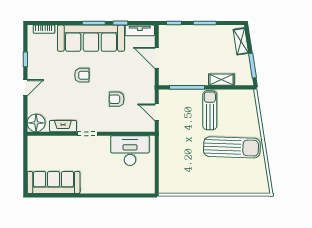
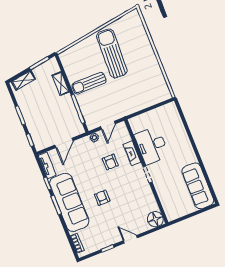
plant: (150, 92) -> (94, 138), added
fireplace: (63, 126) -> (132, 153), moved
desk: (130, 151) -> (152, 145), moved

